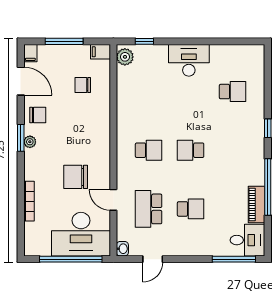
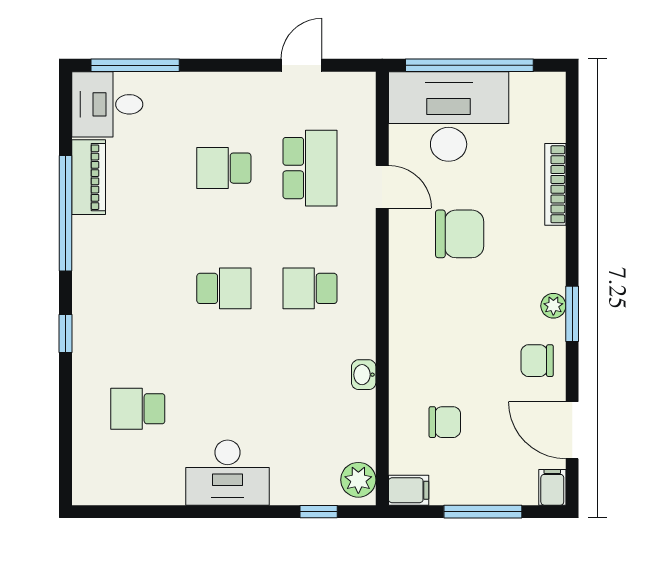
washbasin: (122, 249) -> (364, 375), moved

